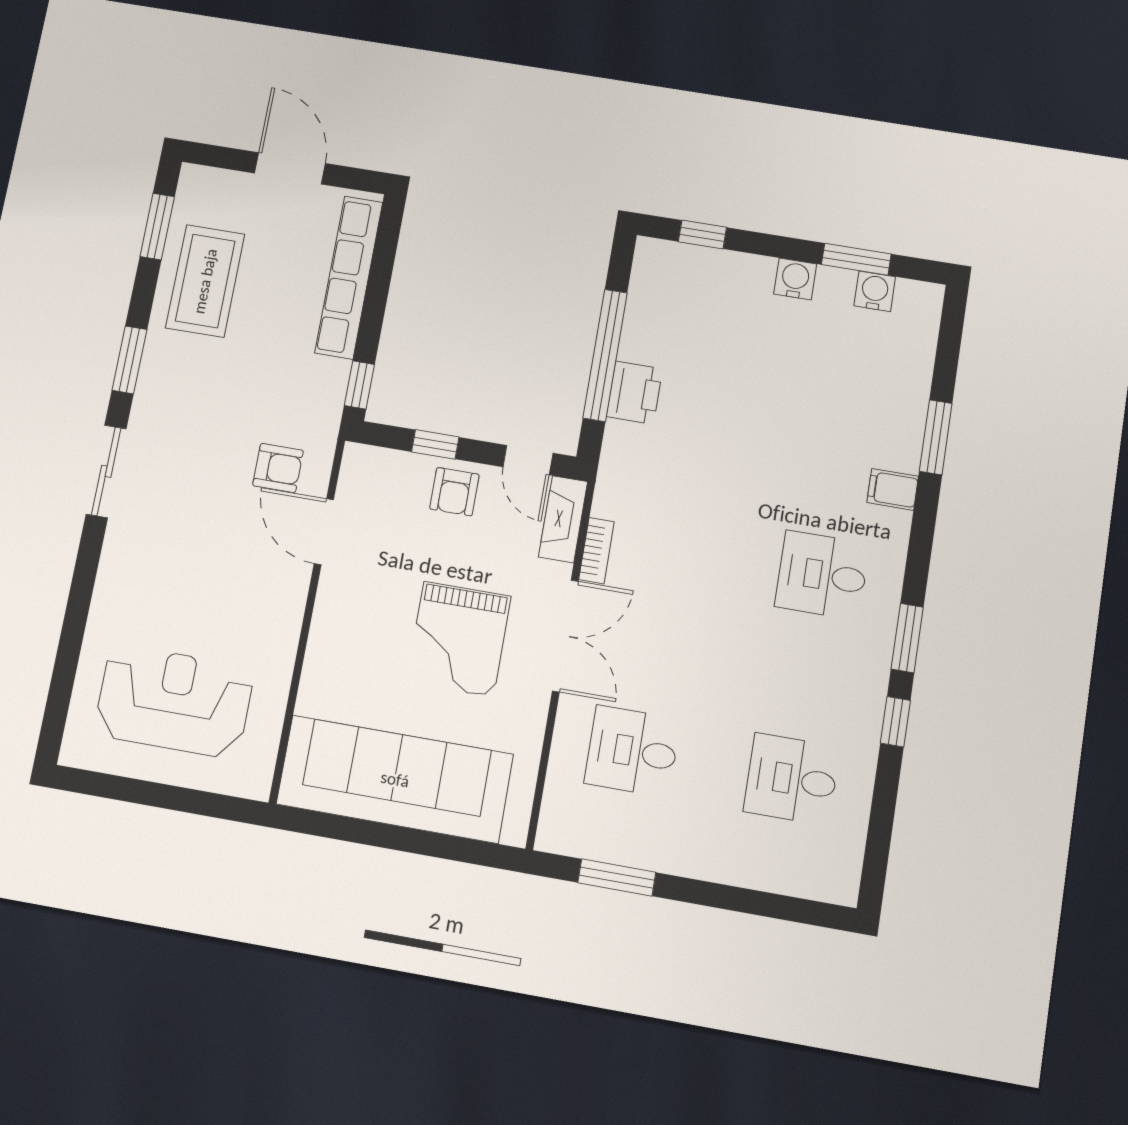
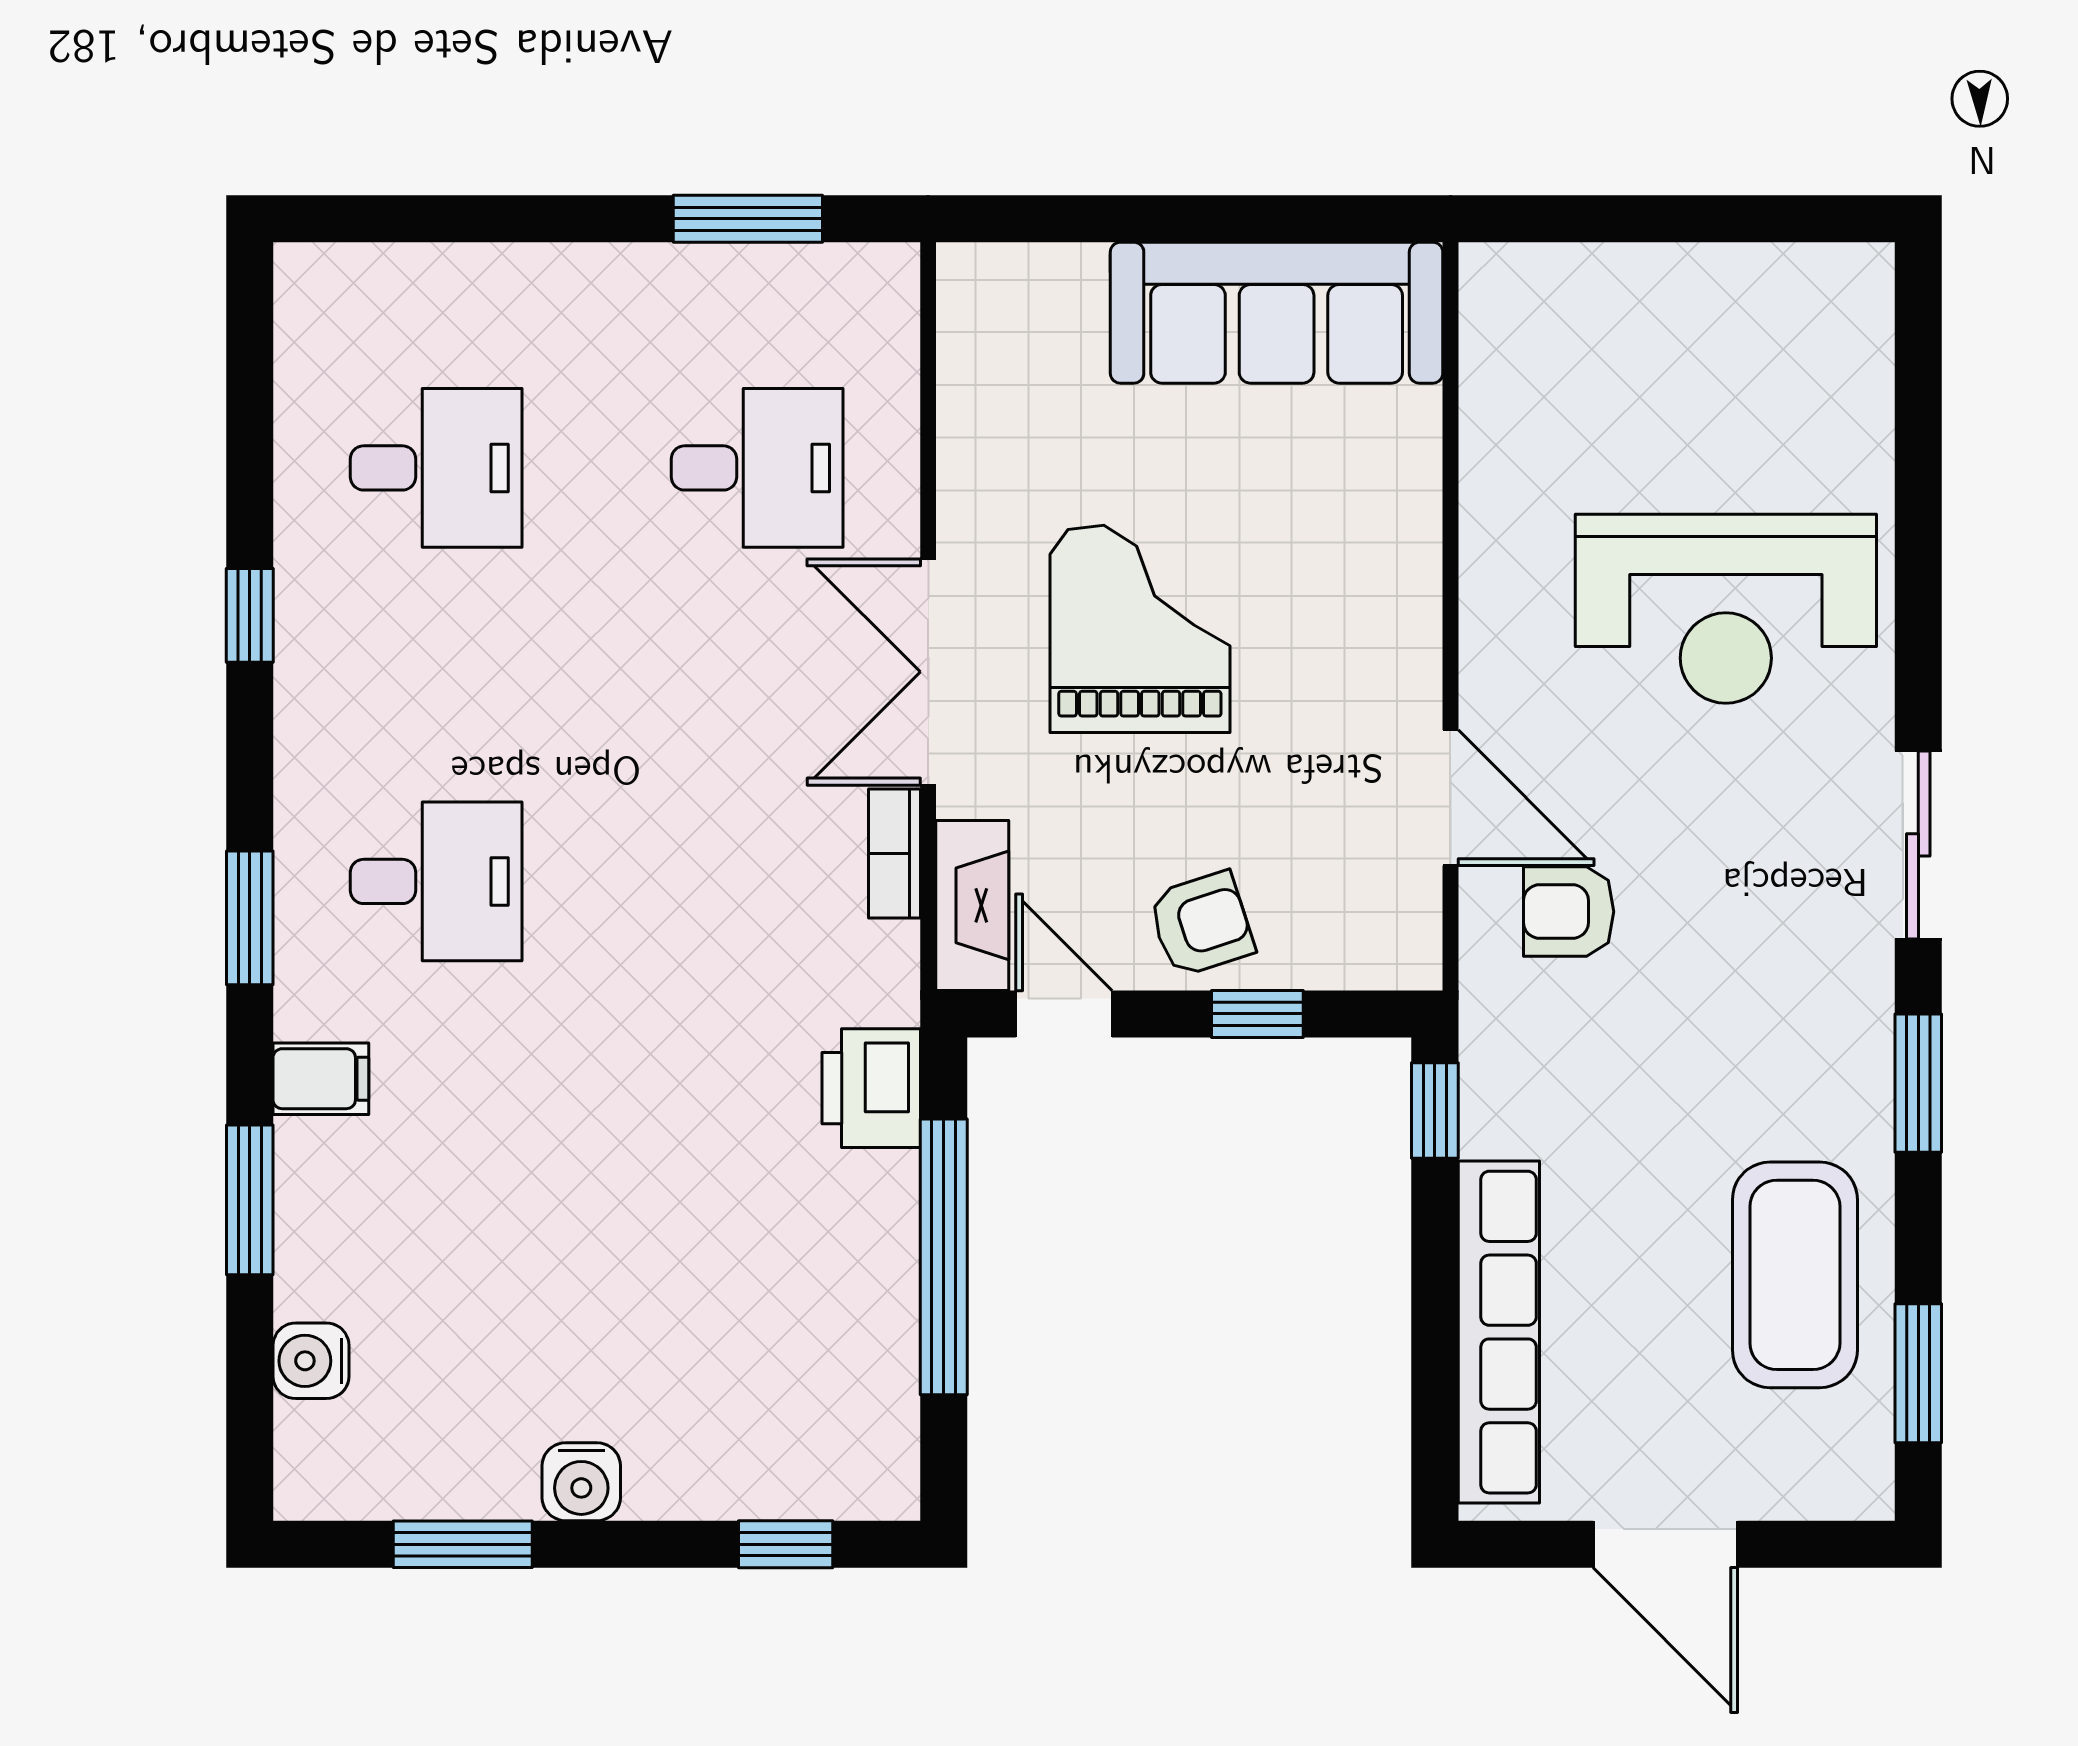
water cooler: (875, 291) -> (311, 1361), moved, turned 90
printer: (634, 393) -> (871, 1088), moved
armchair: (454, 492) -> (1201, 924), turned 72
window: (907, 638) -> (250, 918), moved
reception desk: (174, 701) -> (1726, 609), moved
sofa: (395, 779) -> (1277, 313), width x0.74, depth x0.79

